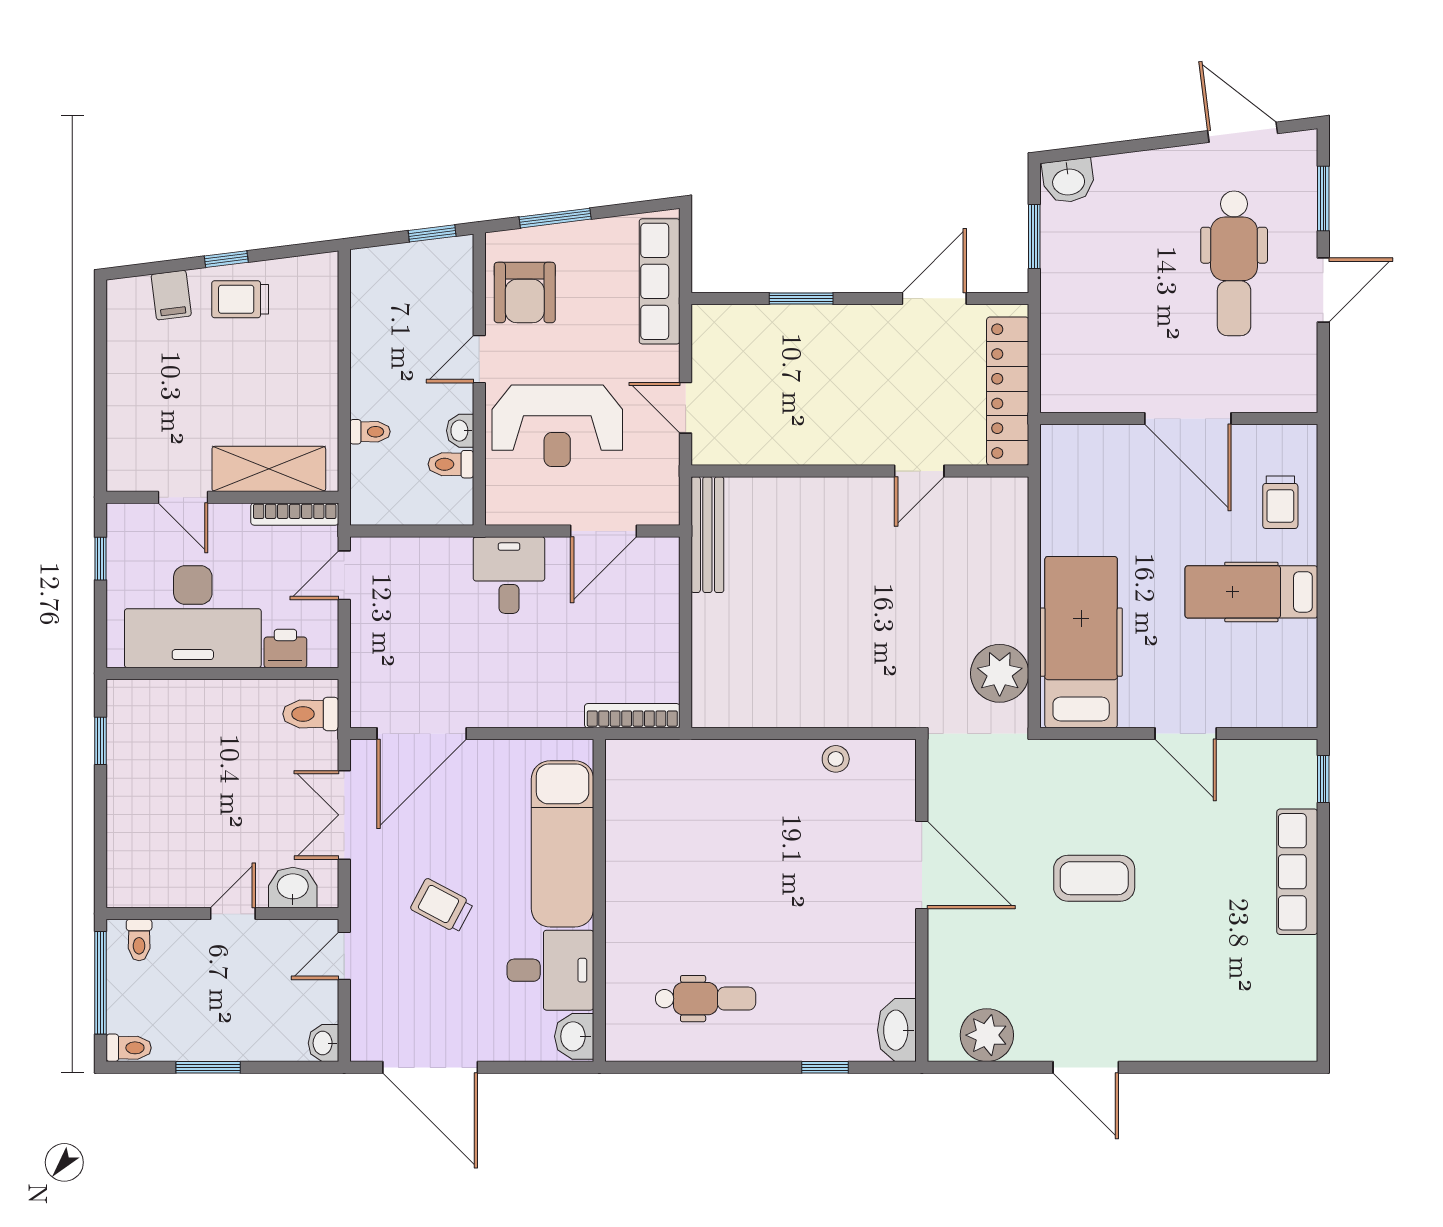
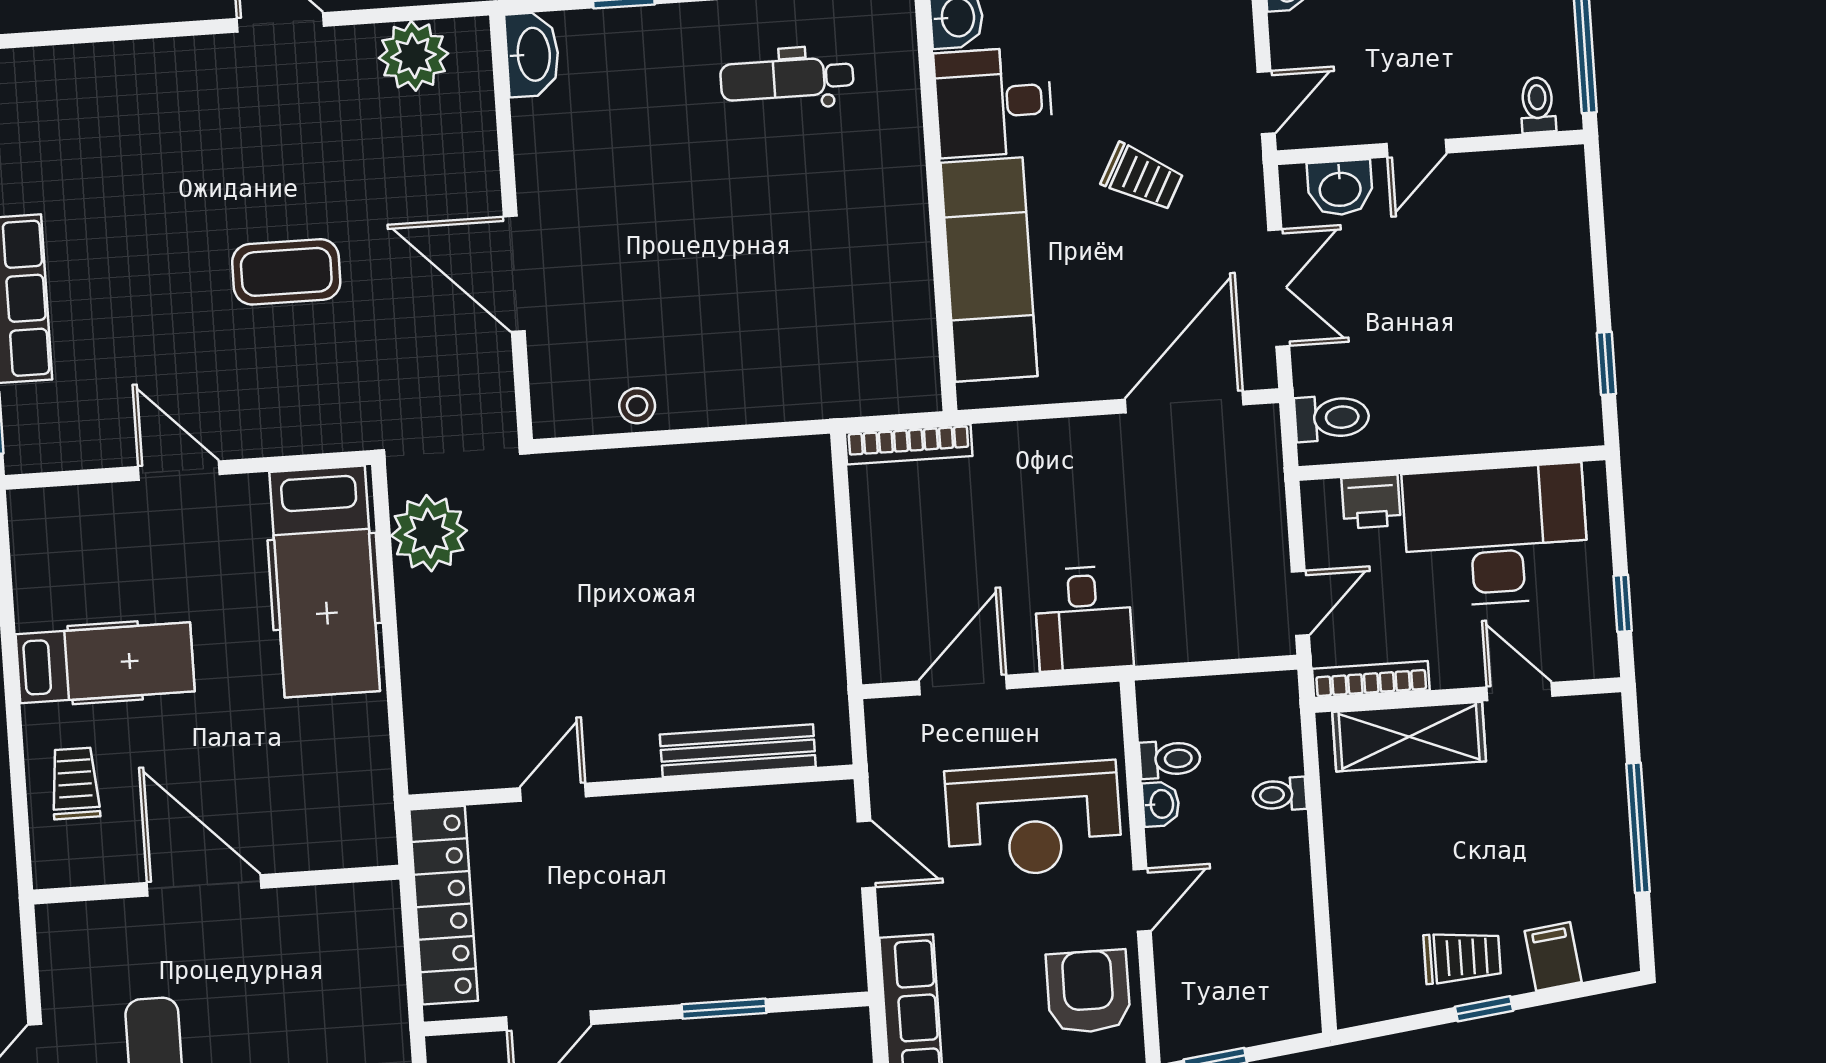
window: (100, 388) -> (1638, 828), added
reception desk: (557, 426) -> (1033, 819), turned 180
bench: (707, 535) -> (738, 751), moved, turned 90

